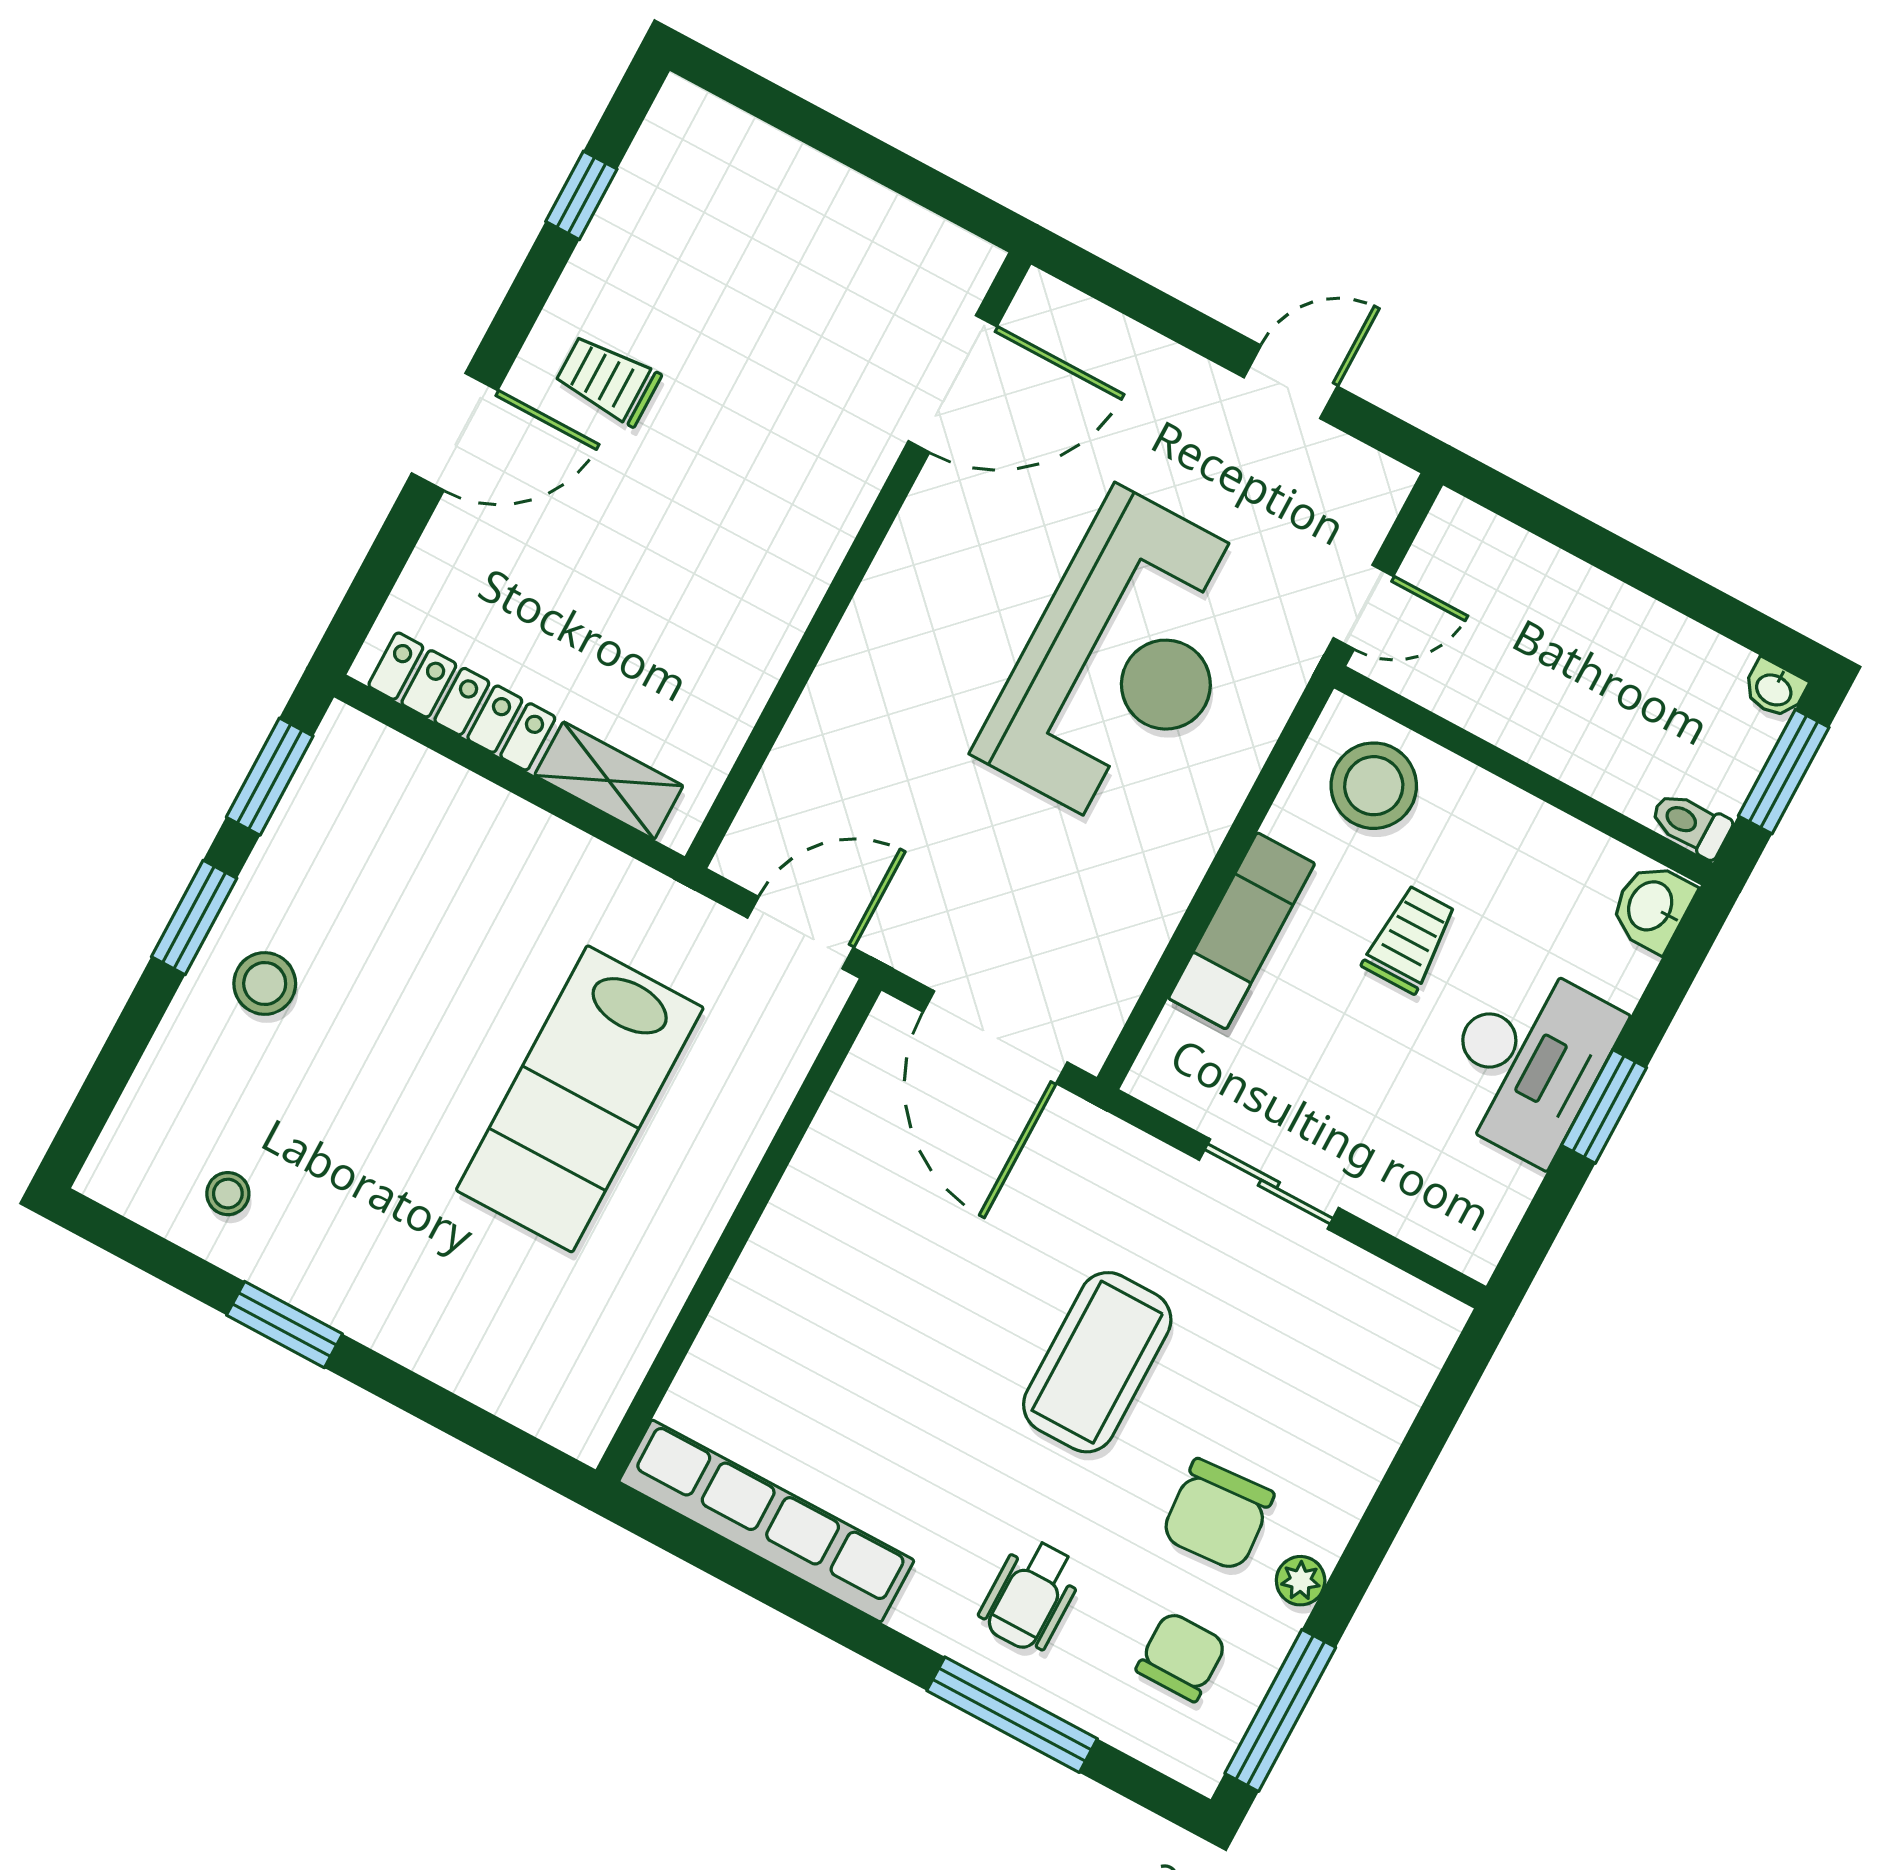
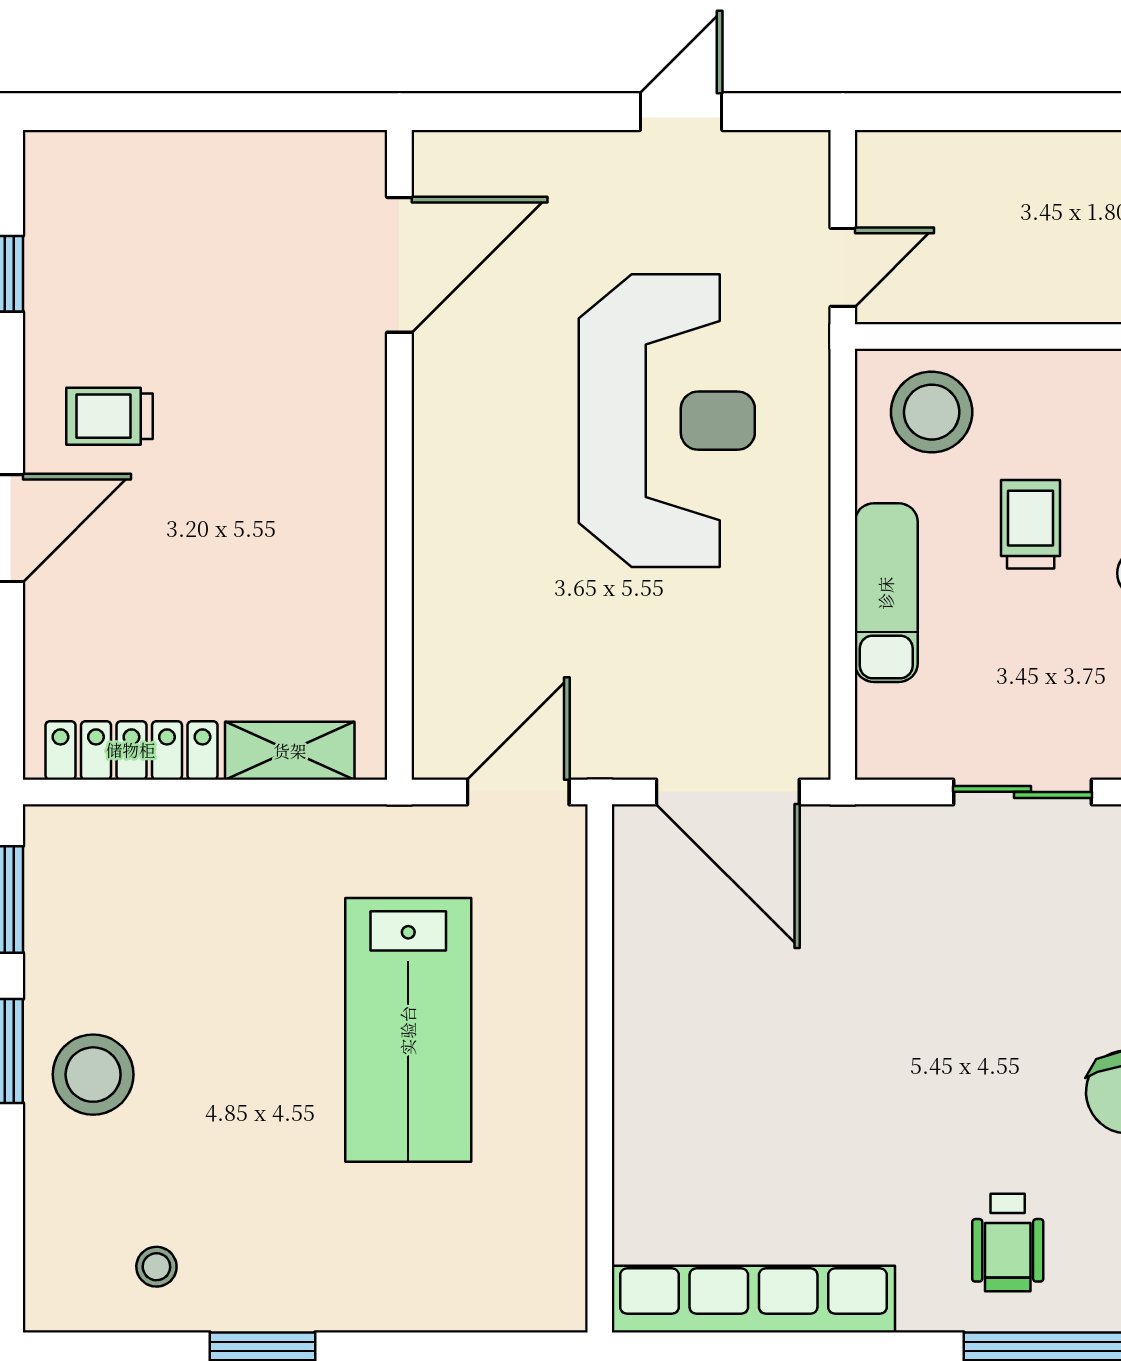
stool: (265, 983) -> (93, 1075), width x1.38, depth x1.38
coffee table: (1097, 1362) -> (959, 1018), removed

